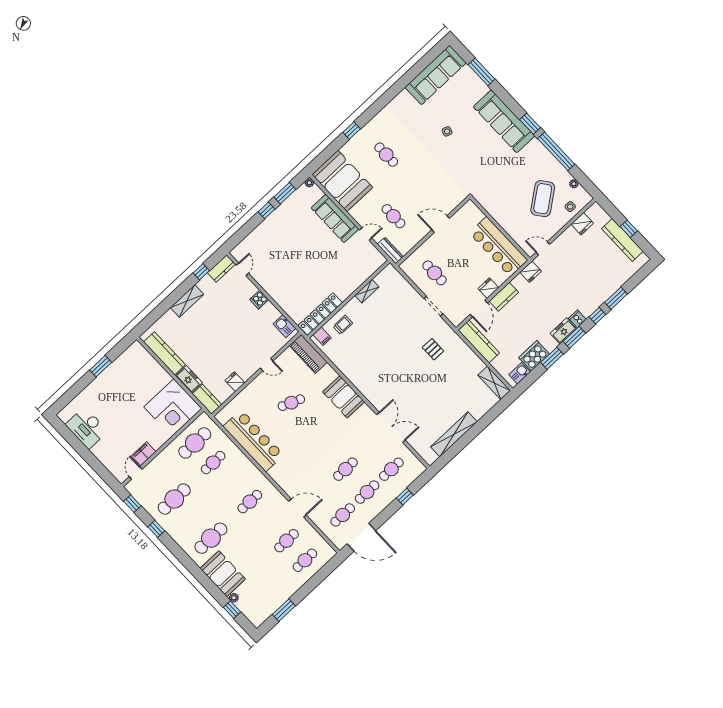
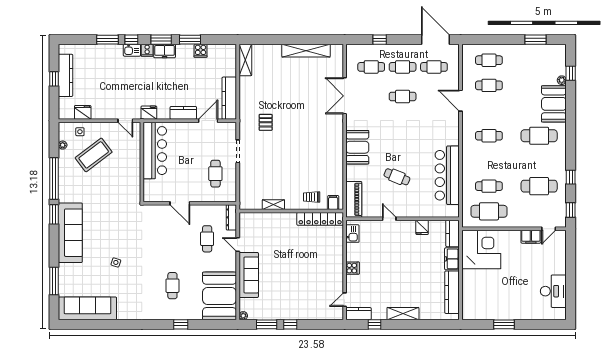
fridge: (488, 288) -> (188, 129), removed
cooker: (534, 356) -> (201, 51), width x0.53, depth x0.76
kitchen sink: (520, 373) -> (132, 50), moved

